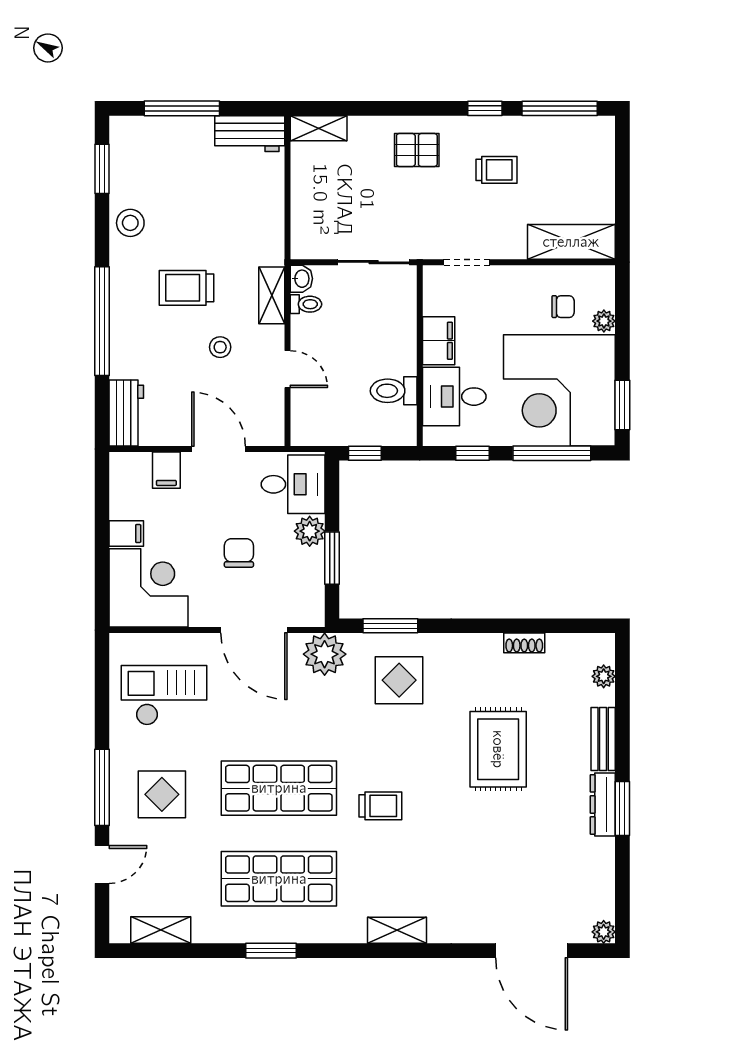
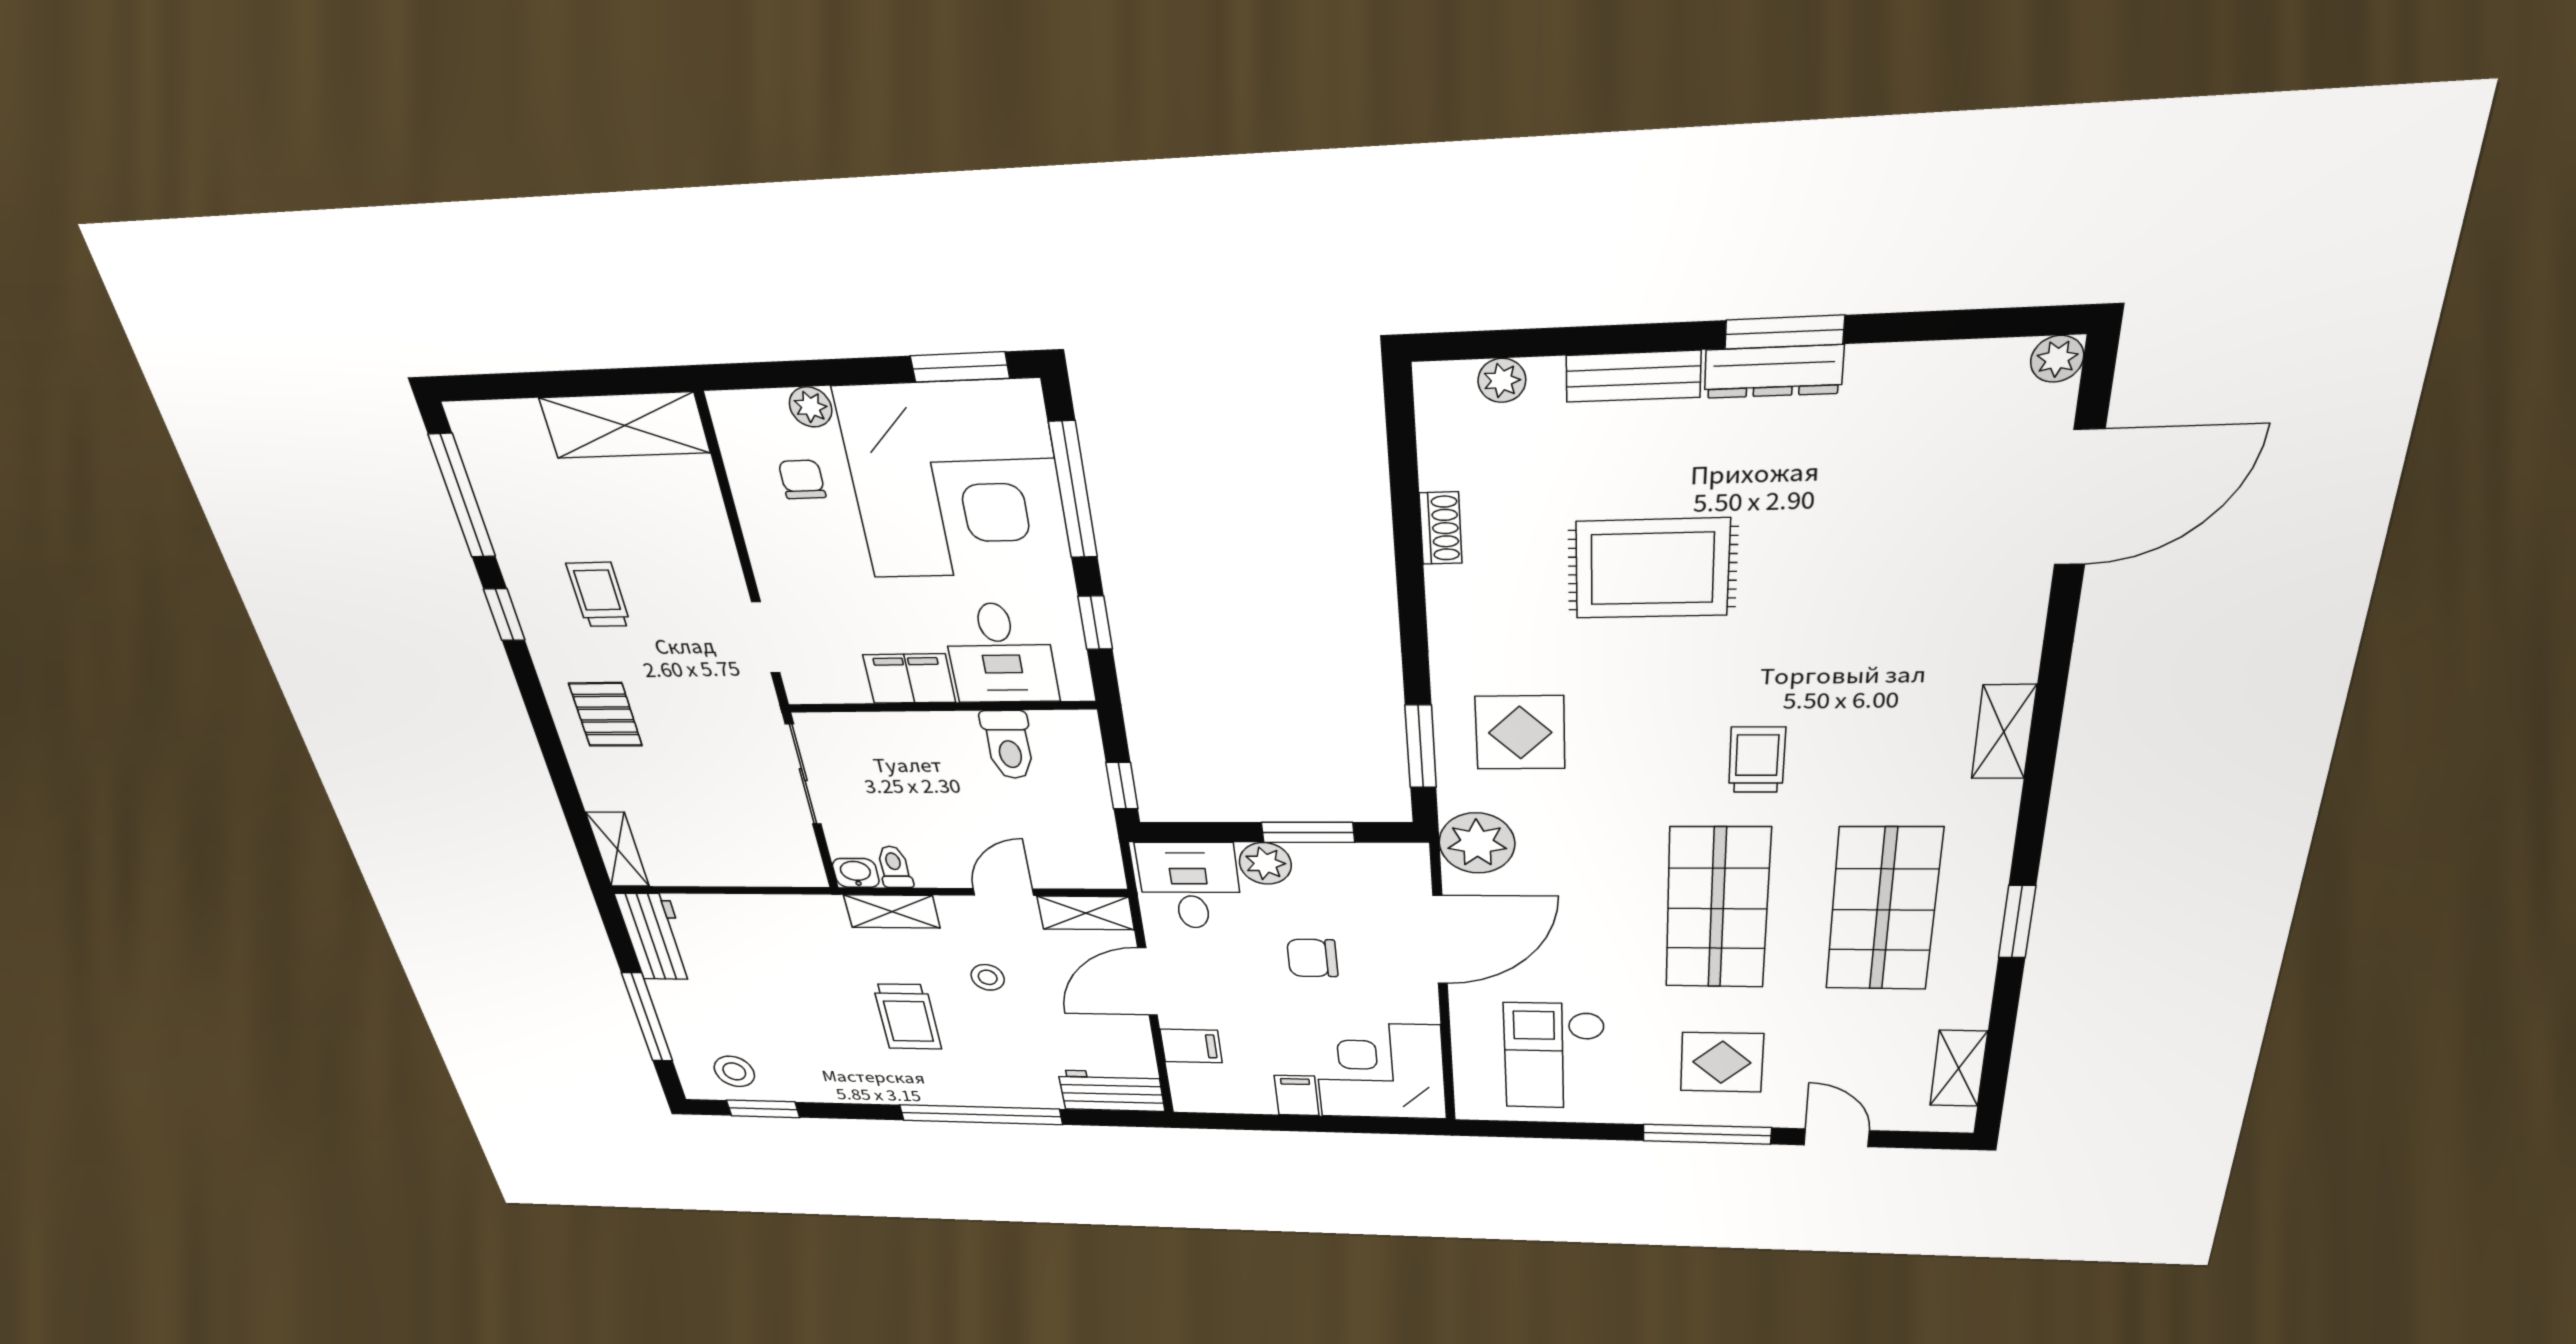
stool: (130, 223) -> (734, 1071), moved
shelving: (571, 242) -> (625, 425), moved, turned 90
shelving: (272, 418) -> (1086, 913), added

